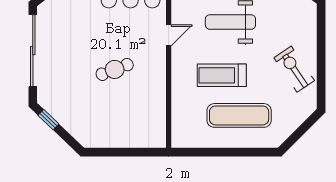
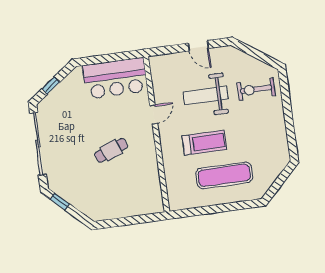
exercise bike: (294, 69) -> (256, 89), moved, turned -56
treadmill: (222, 75) -> (204, 143), turned 180

